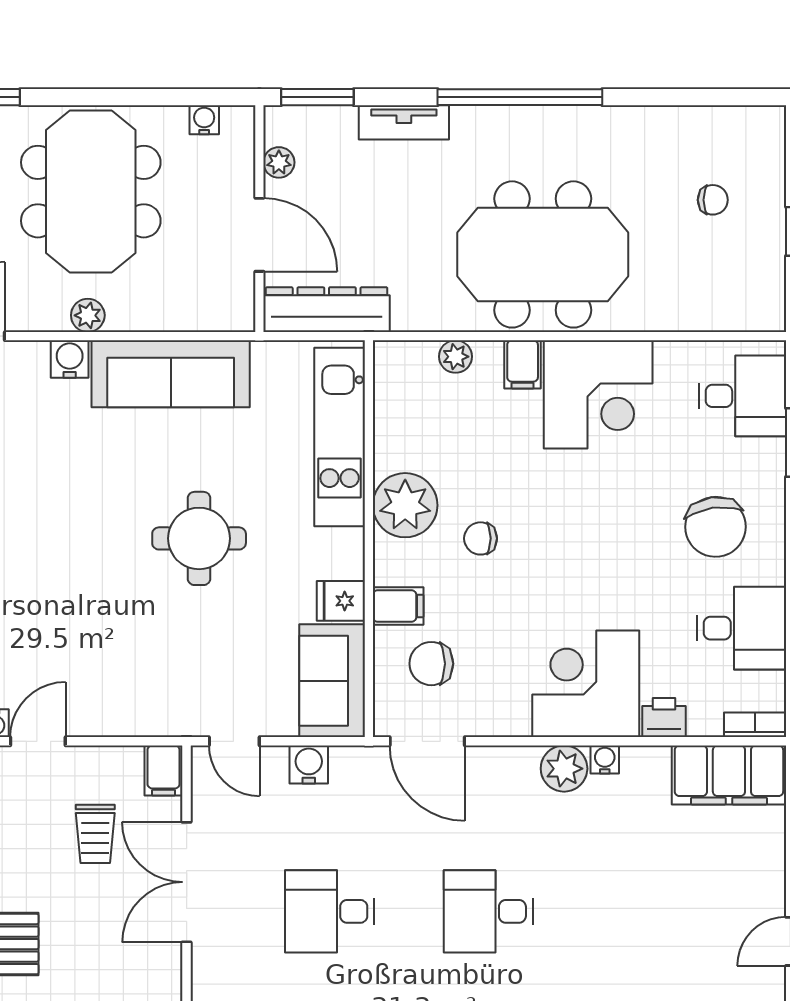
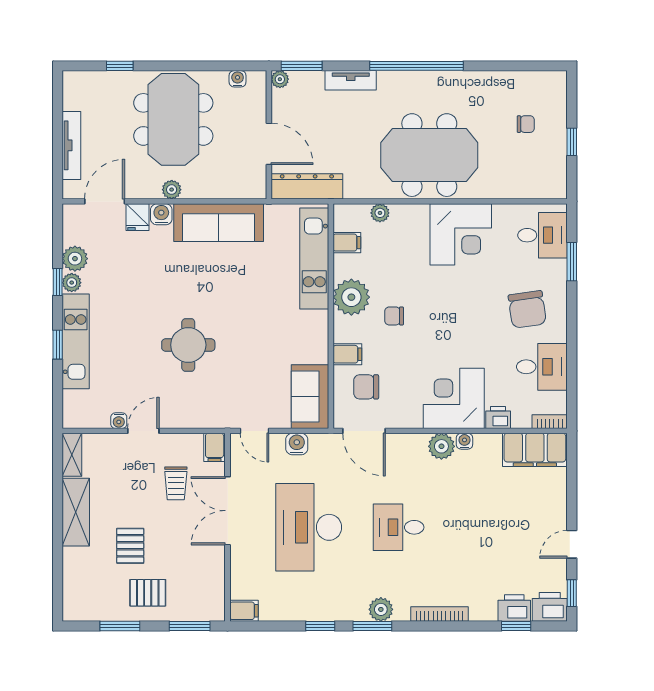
plant: (279, 162) -> (280, 79), moved
filing cabinet: (523, 364) -> (347, 243), moved, turned -90
round table: (199, 538) -> (188, 345), moved
fridge: (341, 601) -> (137, 217), moved, turned -90
desk: (330, 911) -> (309, 527), width x1.87, depth x1.30

